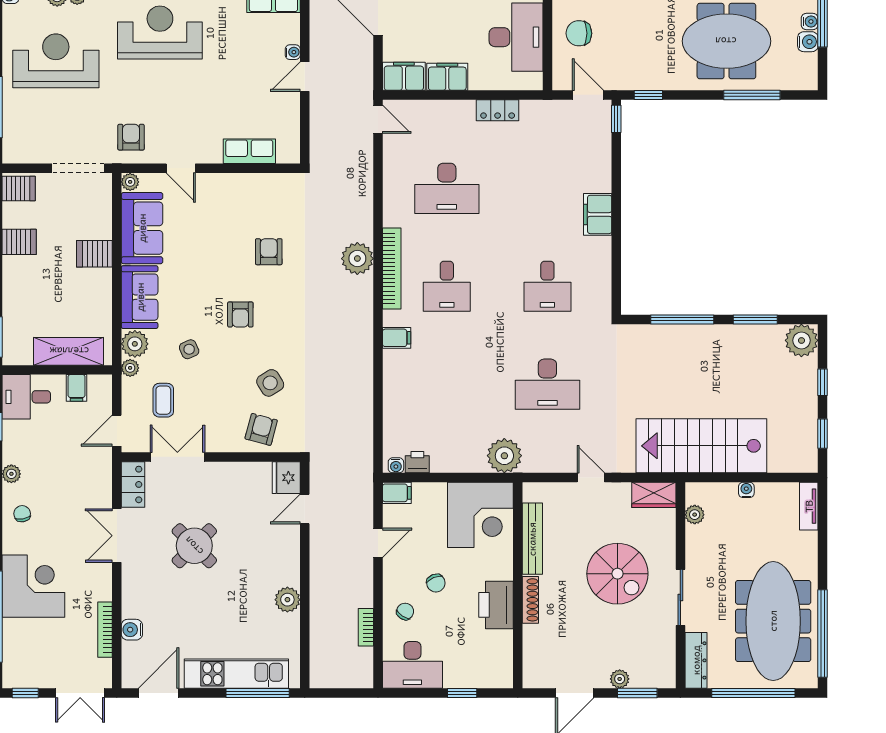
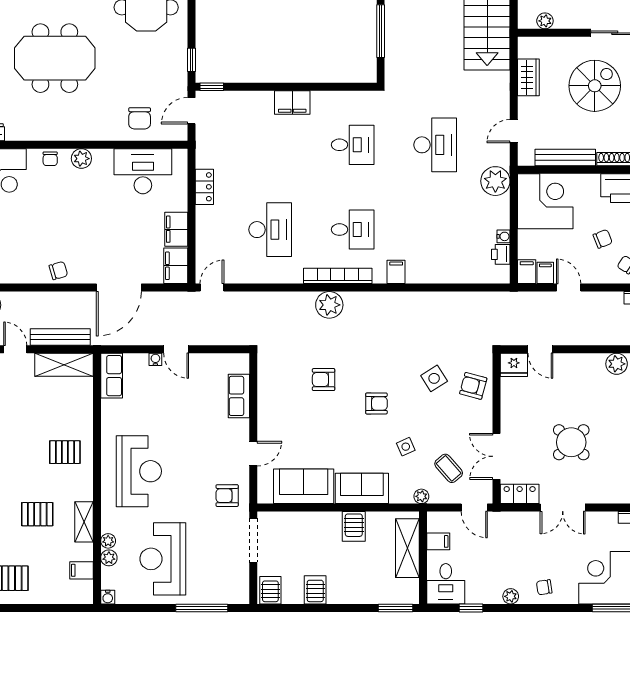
reception desk: (160, 32) -> (139, 471), turned 180
plant: (130, 182) -> (265, 496), removed
server rack: (94, 254) -> (354, 526), moved
plant: (135, 344) -> (401, 492), removed
coffee table: (163, 400) -> (449, 468), turned 49
water cooler: (396, 465) -> (503, 236), moved
door: (591, 478) -> (514, 131), moved
wardrobe: (654, 495) -> (528, 77), moved
filing cabinet: (395, 515) -> (545, 273), added

